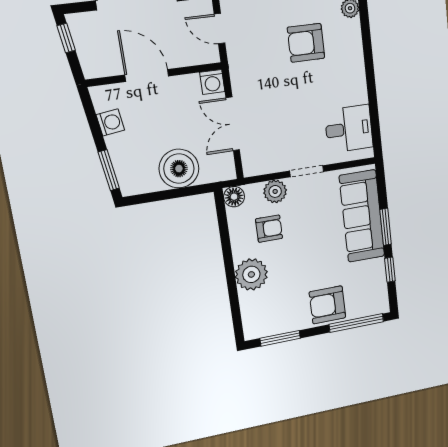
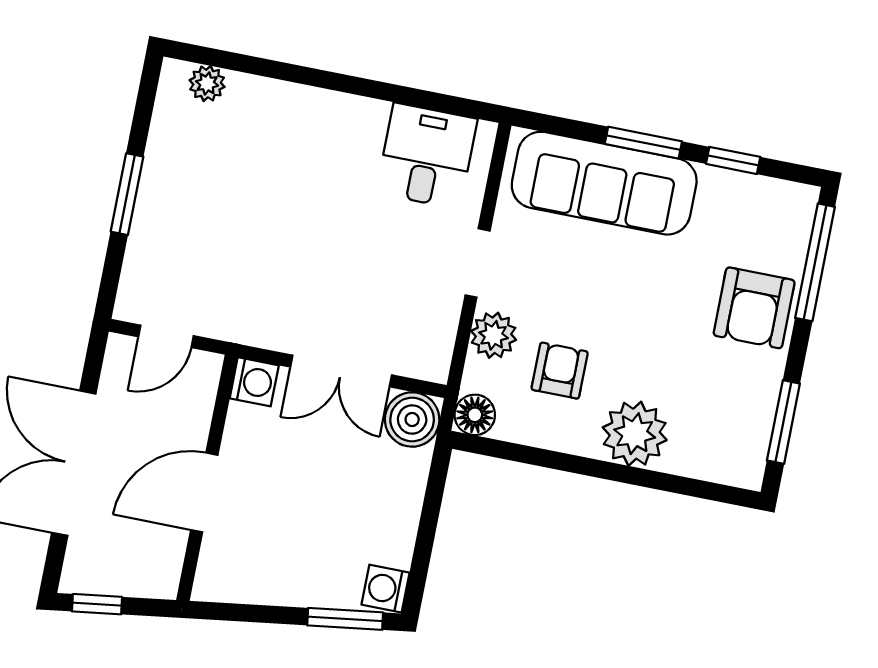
armchair: (306, 43) -> (242, 187), removed
washing machine: (110, 122) -> (385, 589), moved, turned -82
boiler: (179, 169) -> (412, 419), moved, width x0.73, depth x0.73

